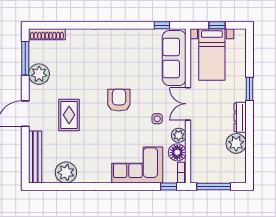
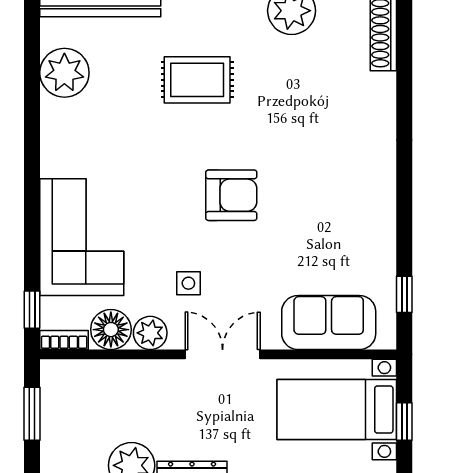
sofa: (174, 58) -> (329, 323), width x0.73
window: (214, 187) -> (32, 414), width x0.69

